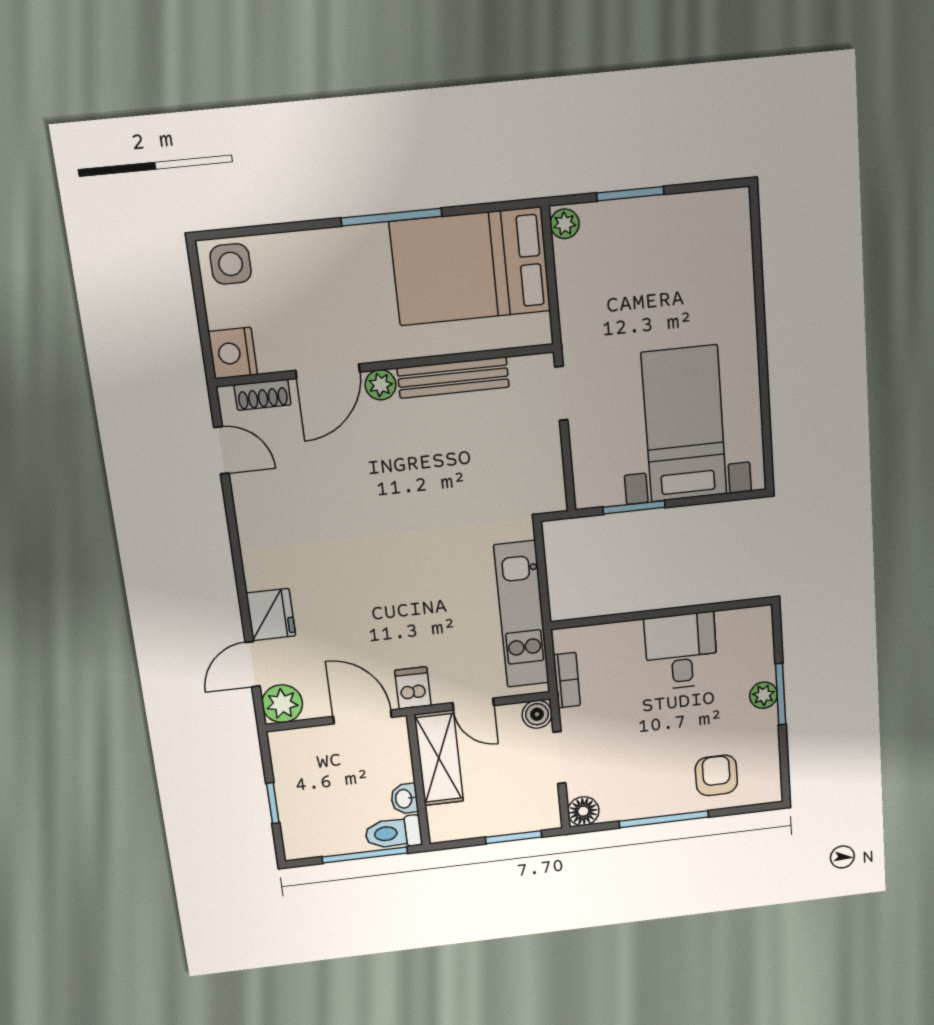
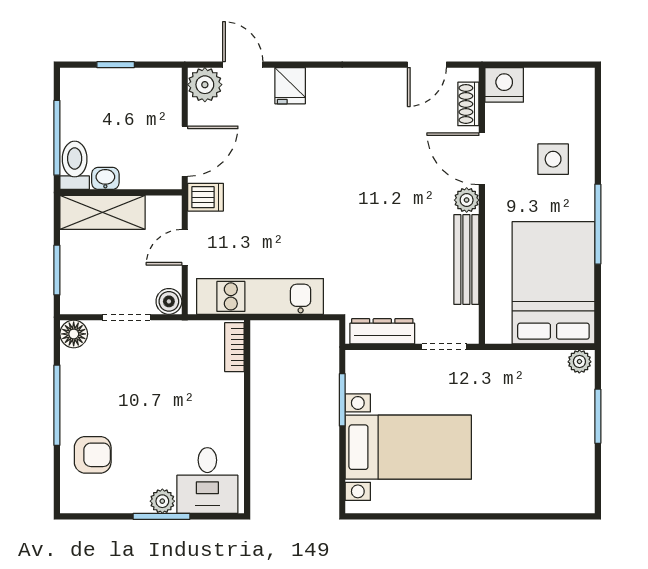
side table: (231, 264) -> (553, 159), moved
dresser: (549, 469) -> (382, 331), added
fridge: (271, 615) -> (290, 86), width x0.72
desk: (681, 651) -> (207, 480), moved, turned 90
bookcase: (567, 680) -> (234, 347), moved, turned 90
shelving: (439, 758) -> (102, 212), moved

